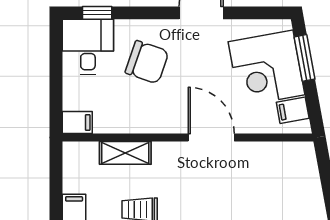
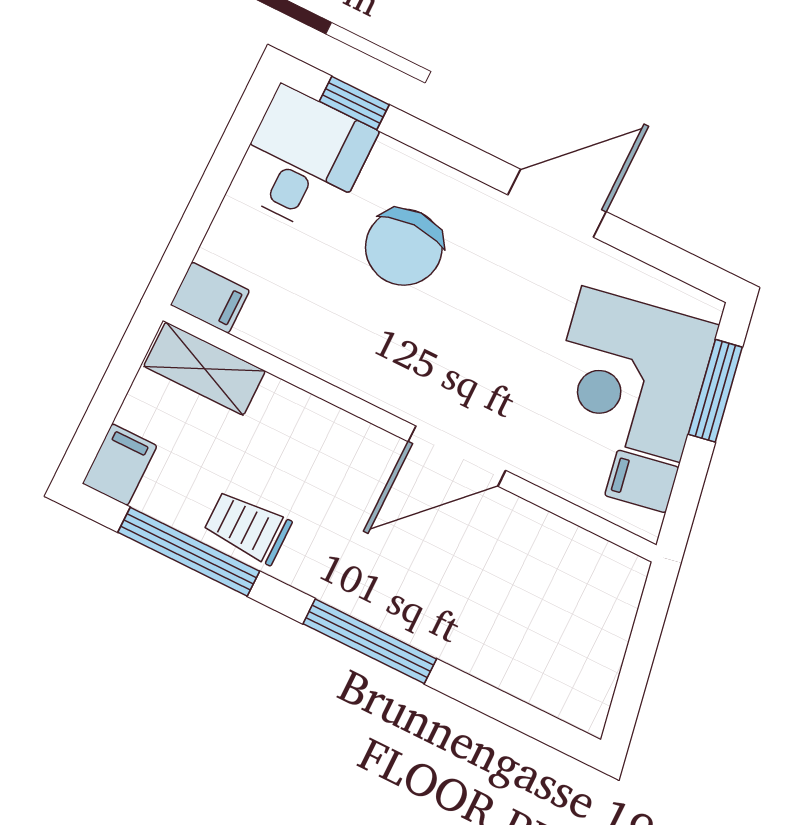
chair: (147, 62) -> (404, 247), turned 71
door: (211, 137) -> (457, 456), swing flipped
shelving: (125, 153) -> (205, 369), moved

